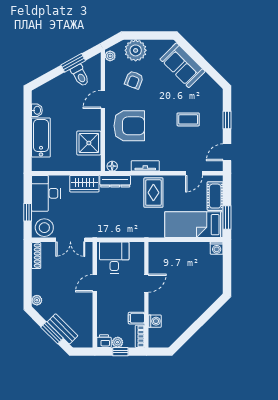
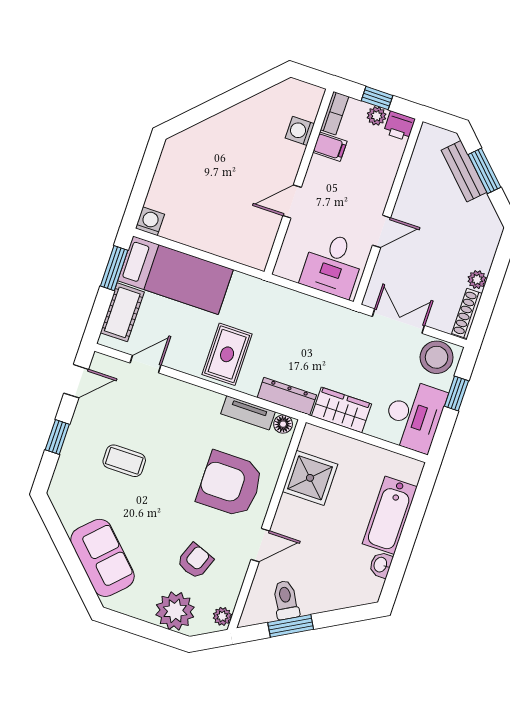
tv unit: (145, 166) -> (248, 413), moved
plant: (37, 300) -> (477, 280), moved

